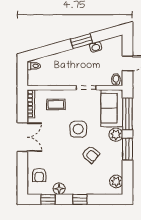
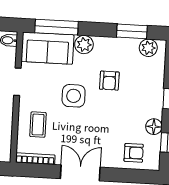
window: (127, 149) -> (132, 31), moved
armchair: (91, 154) -> (109, 81), turned 140

